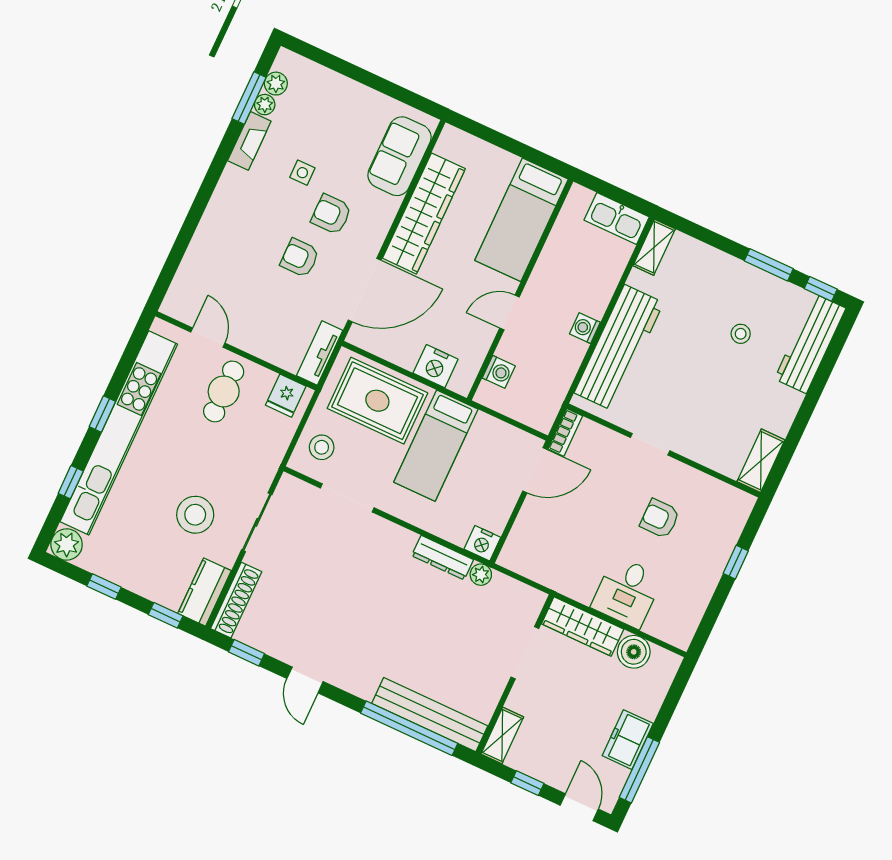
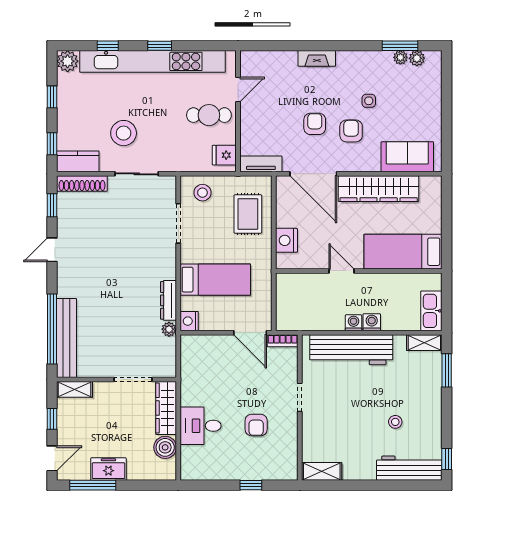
fireplace: (249, 141) -> (317, 58), moved
window: (769, 265) -> (447, 370), moved
washing machine: (499, 372) -> (372, 322), moved, turned 180
rug: (377, 401) -> (248, 214), width x0.73, depth x0.70
bed: (436, 446) -> (215, 280), moved, turned 180
armchair: (660, 519) -> (256, 425), turned 180

